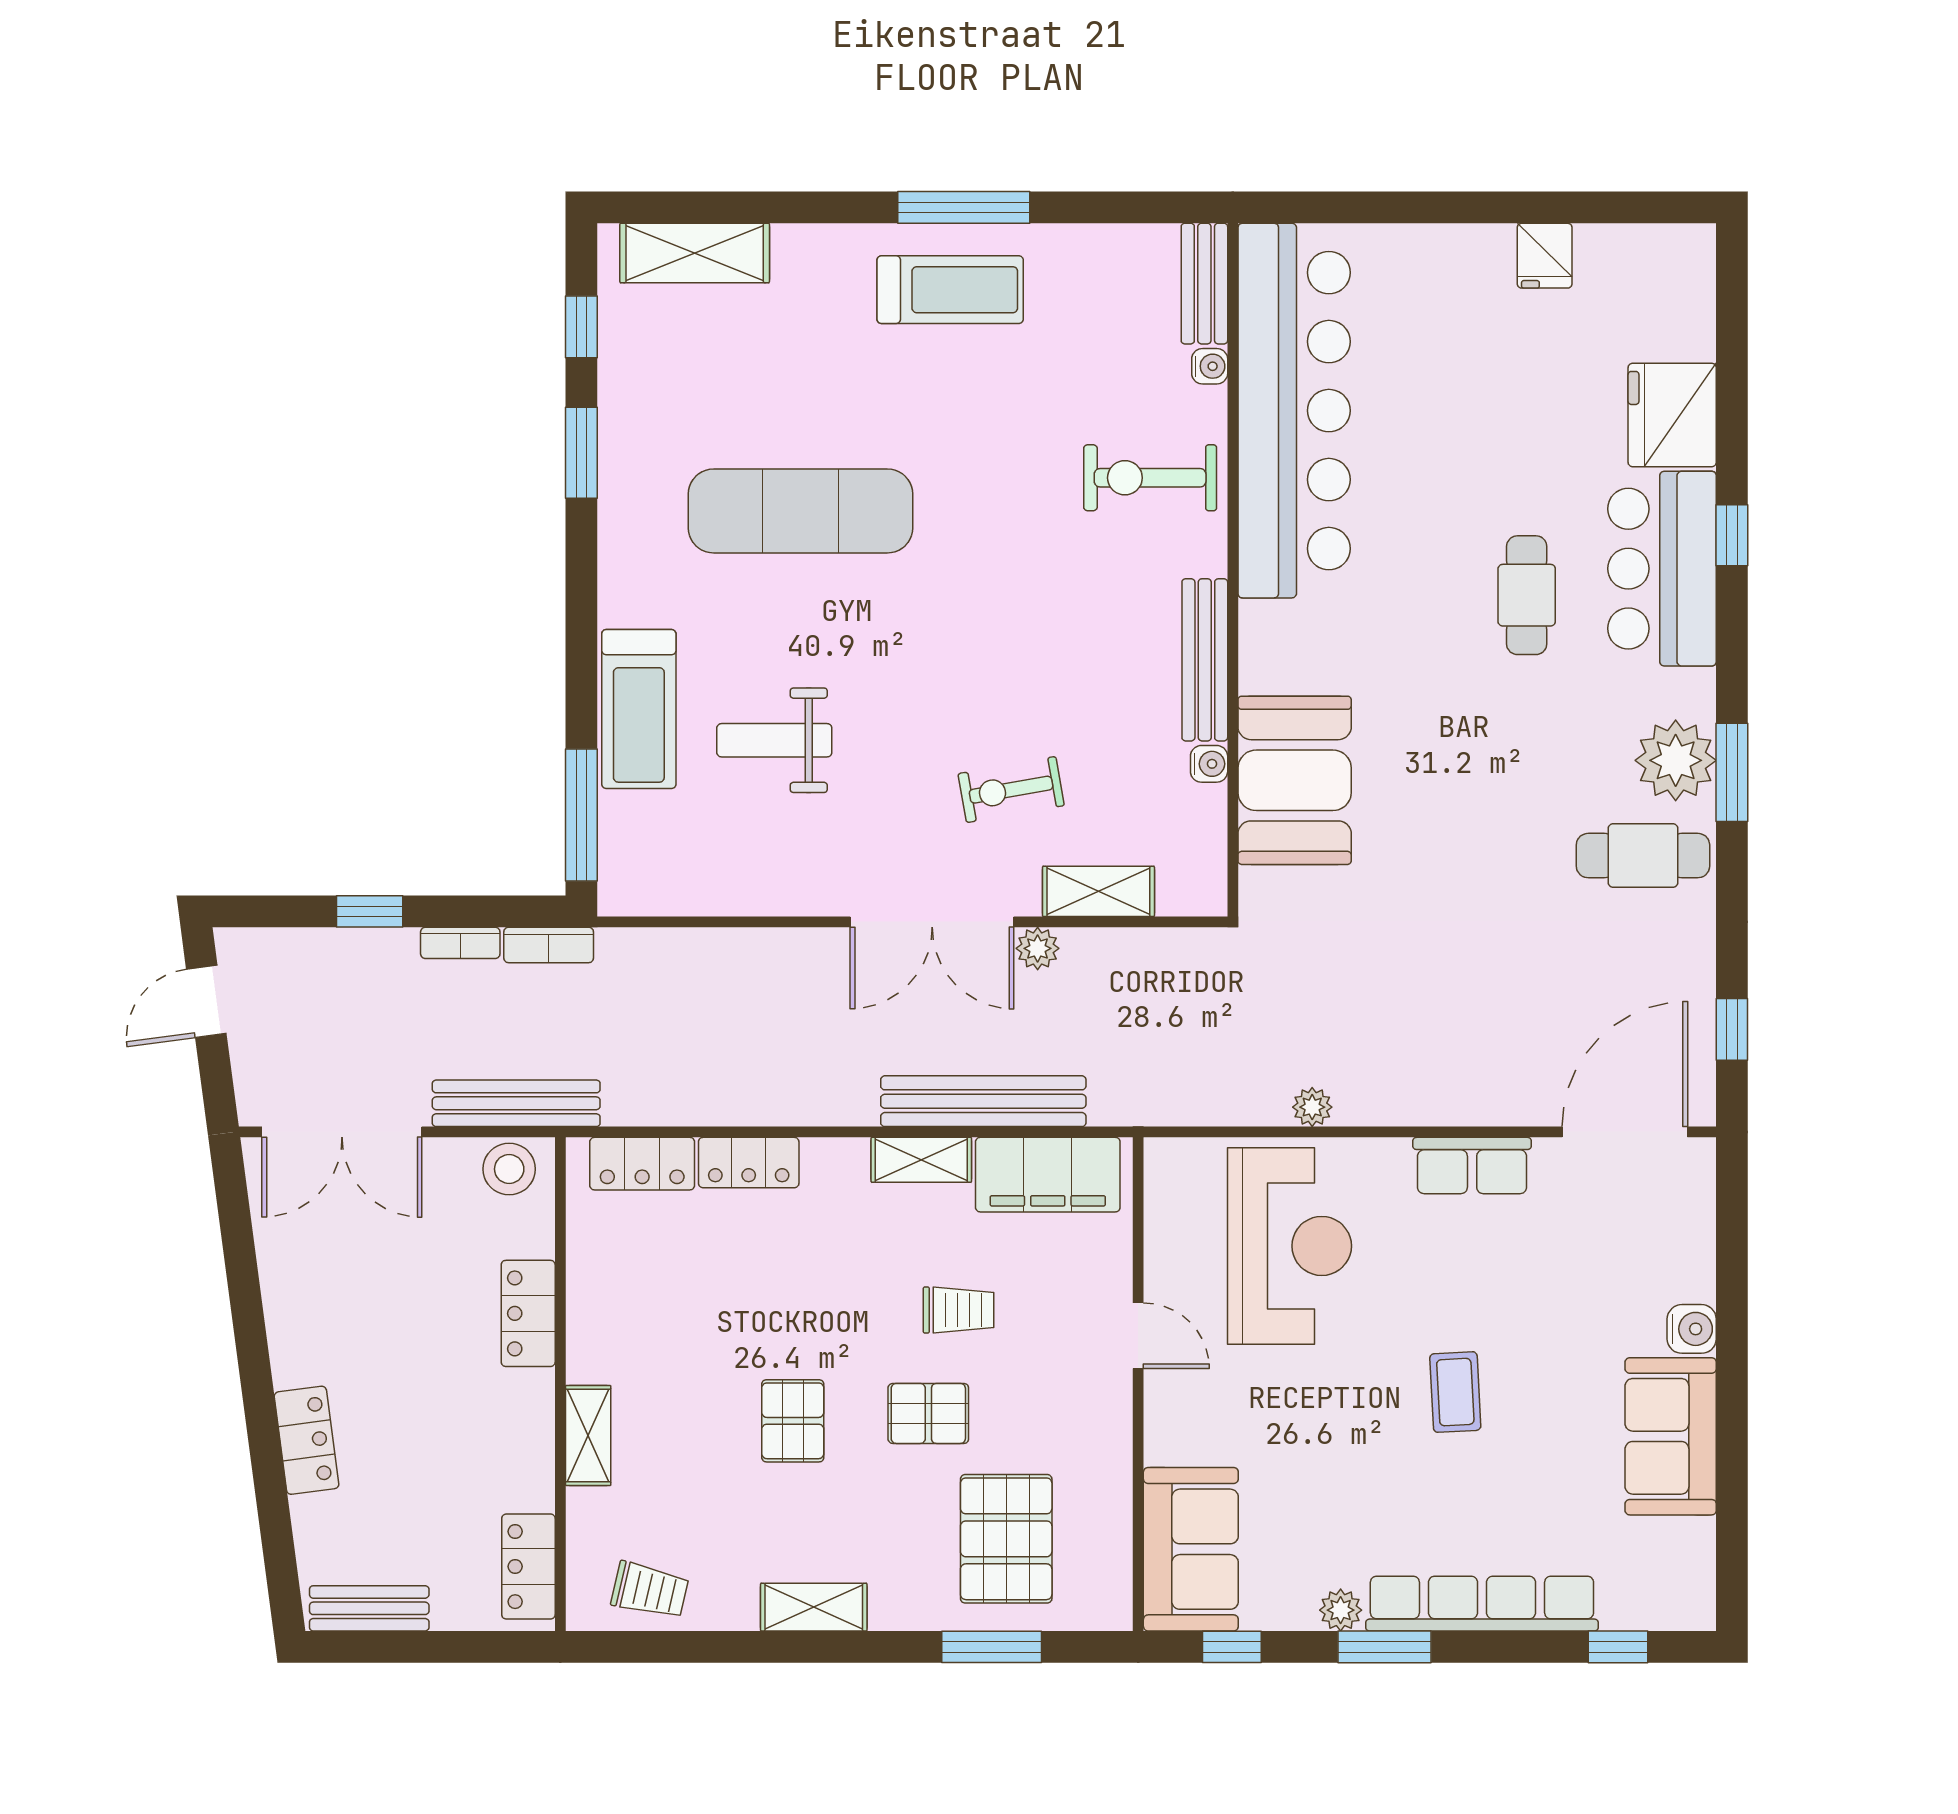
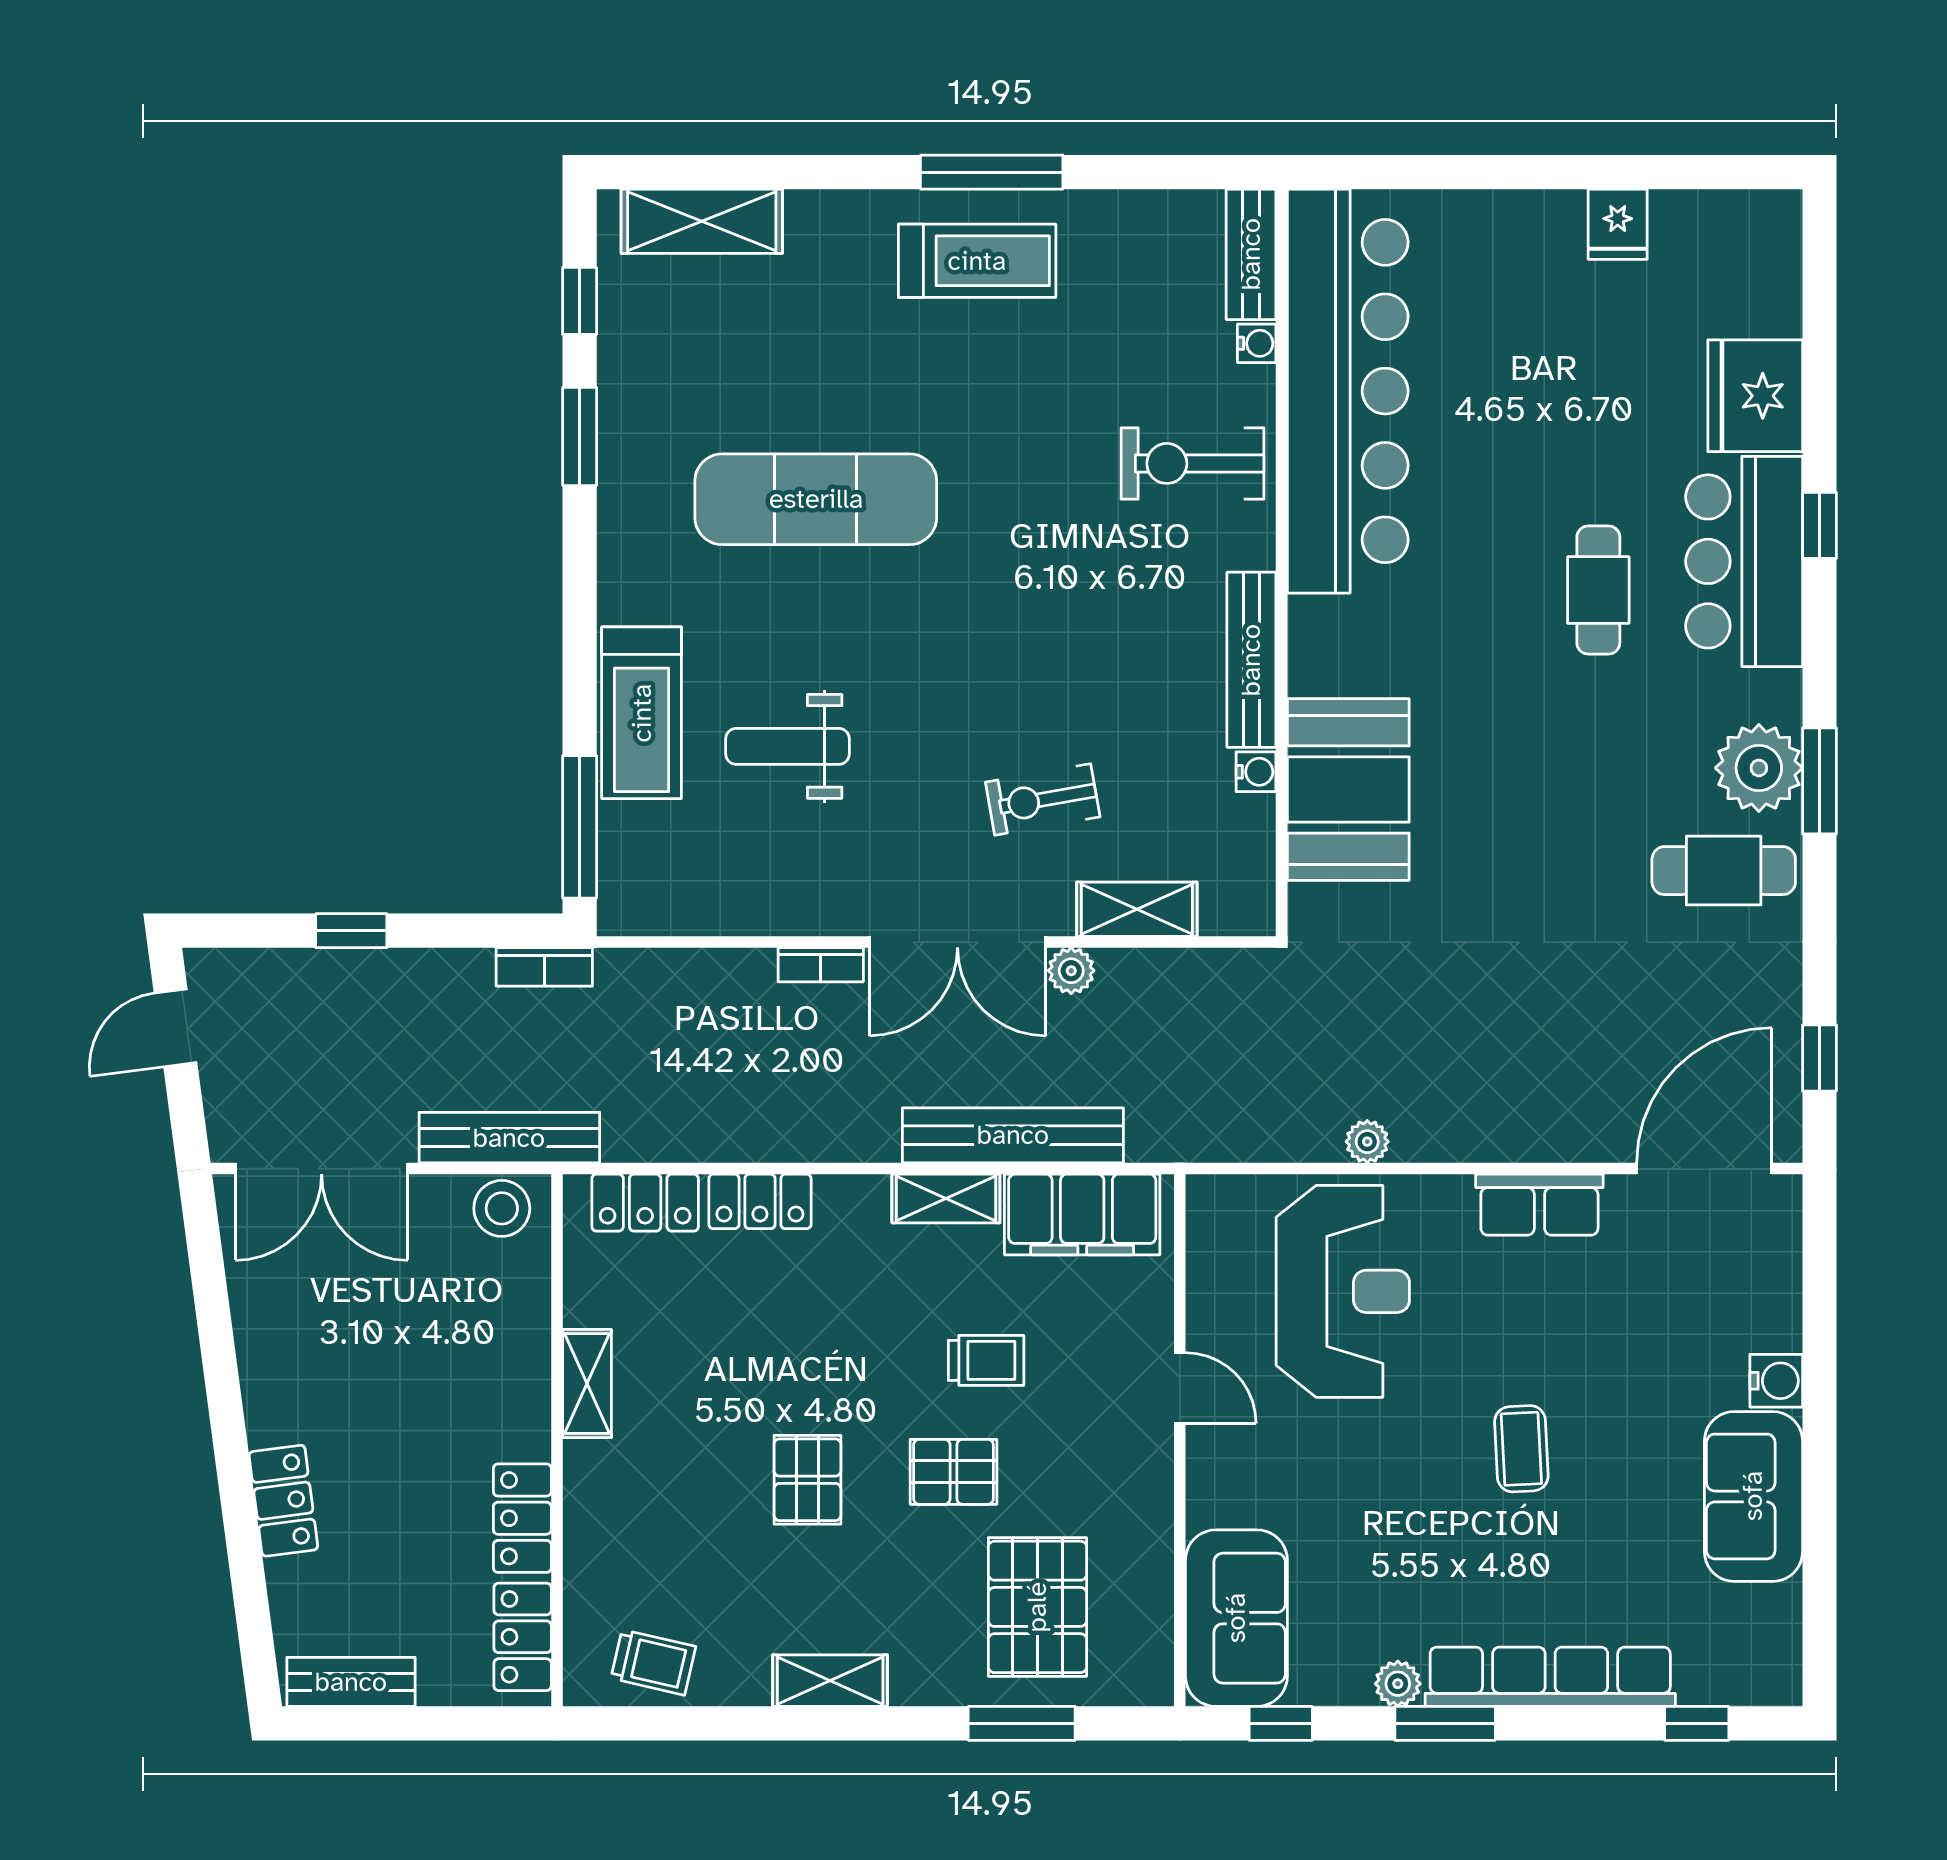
bookcase: (460, 943) -> (821, 965), moved
locker: (528, 1313) -> (522, 1518), moved
shelving: (588, 1435) -> (587, 1384), moved

